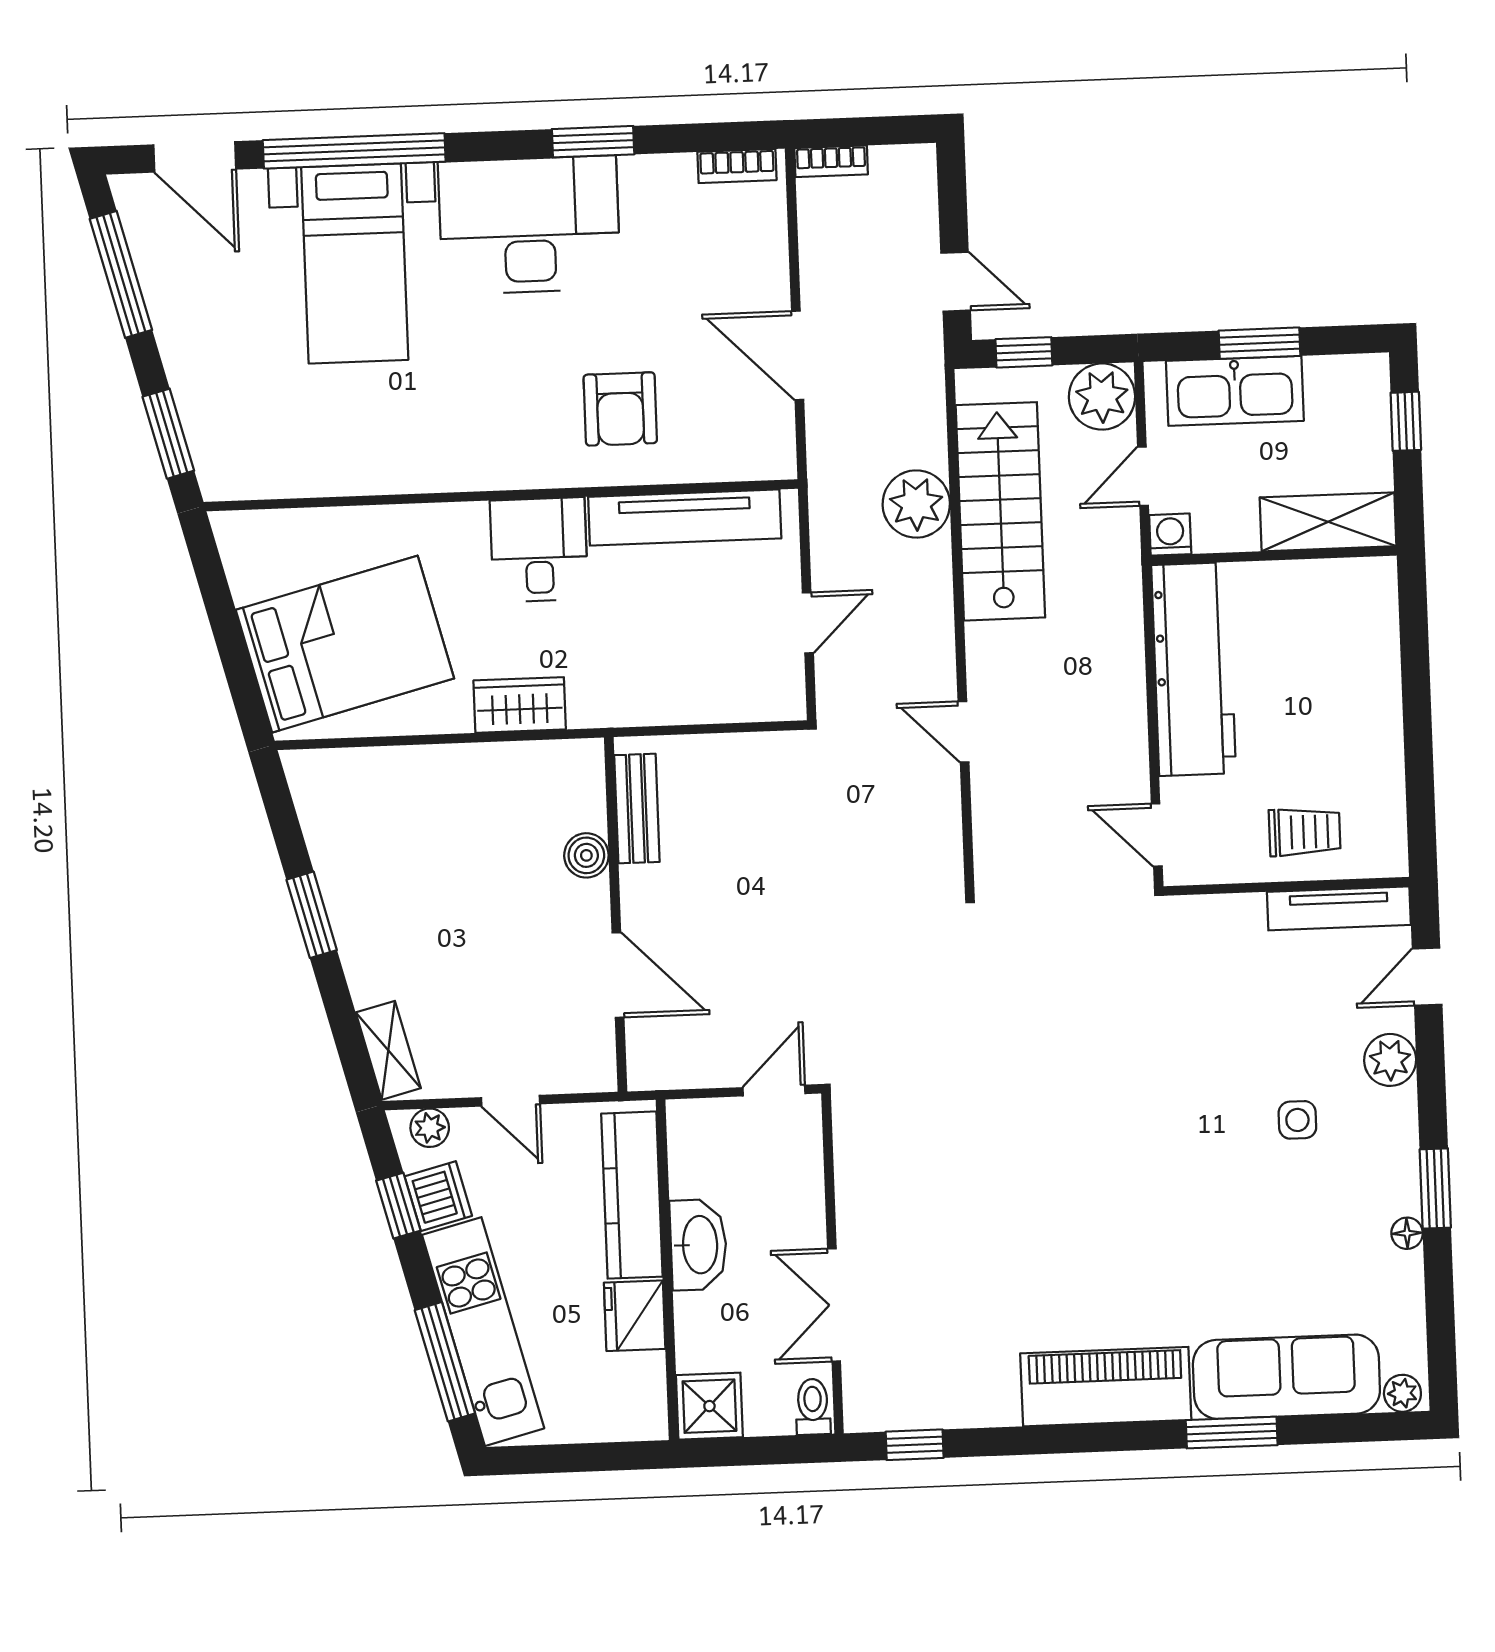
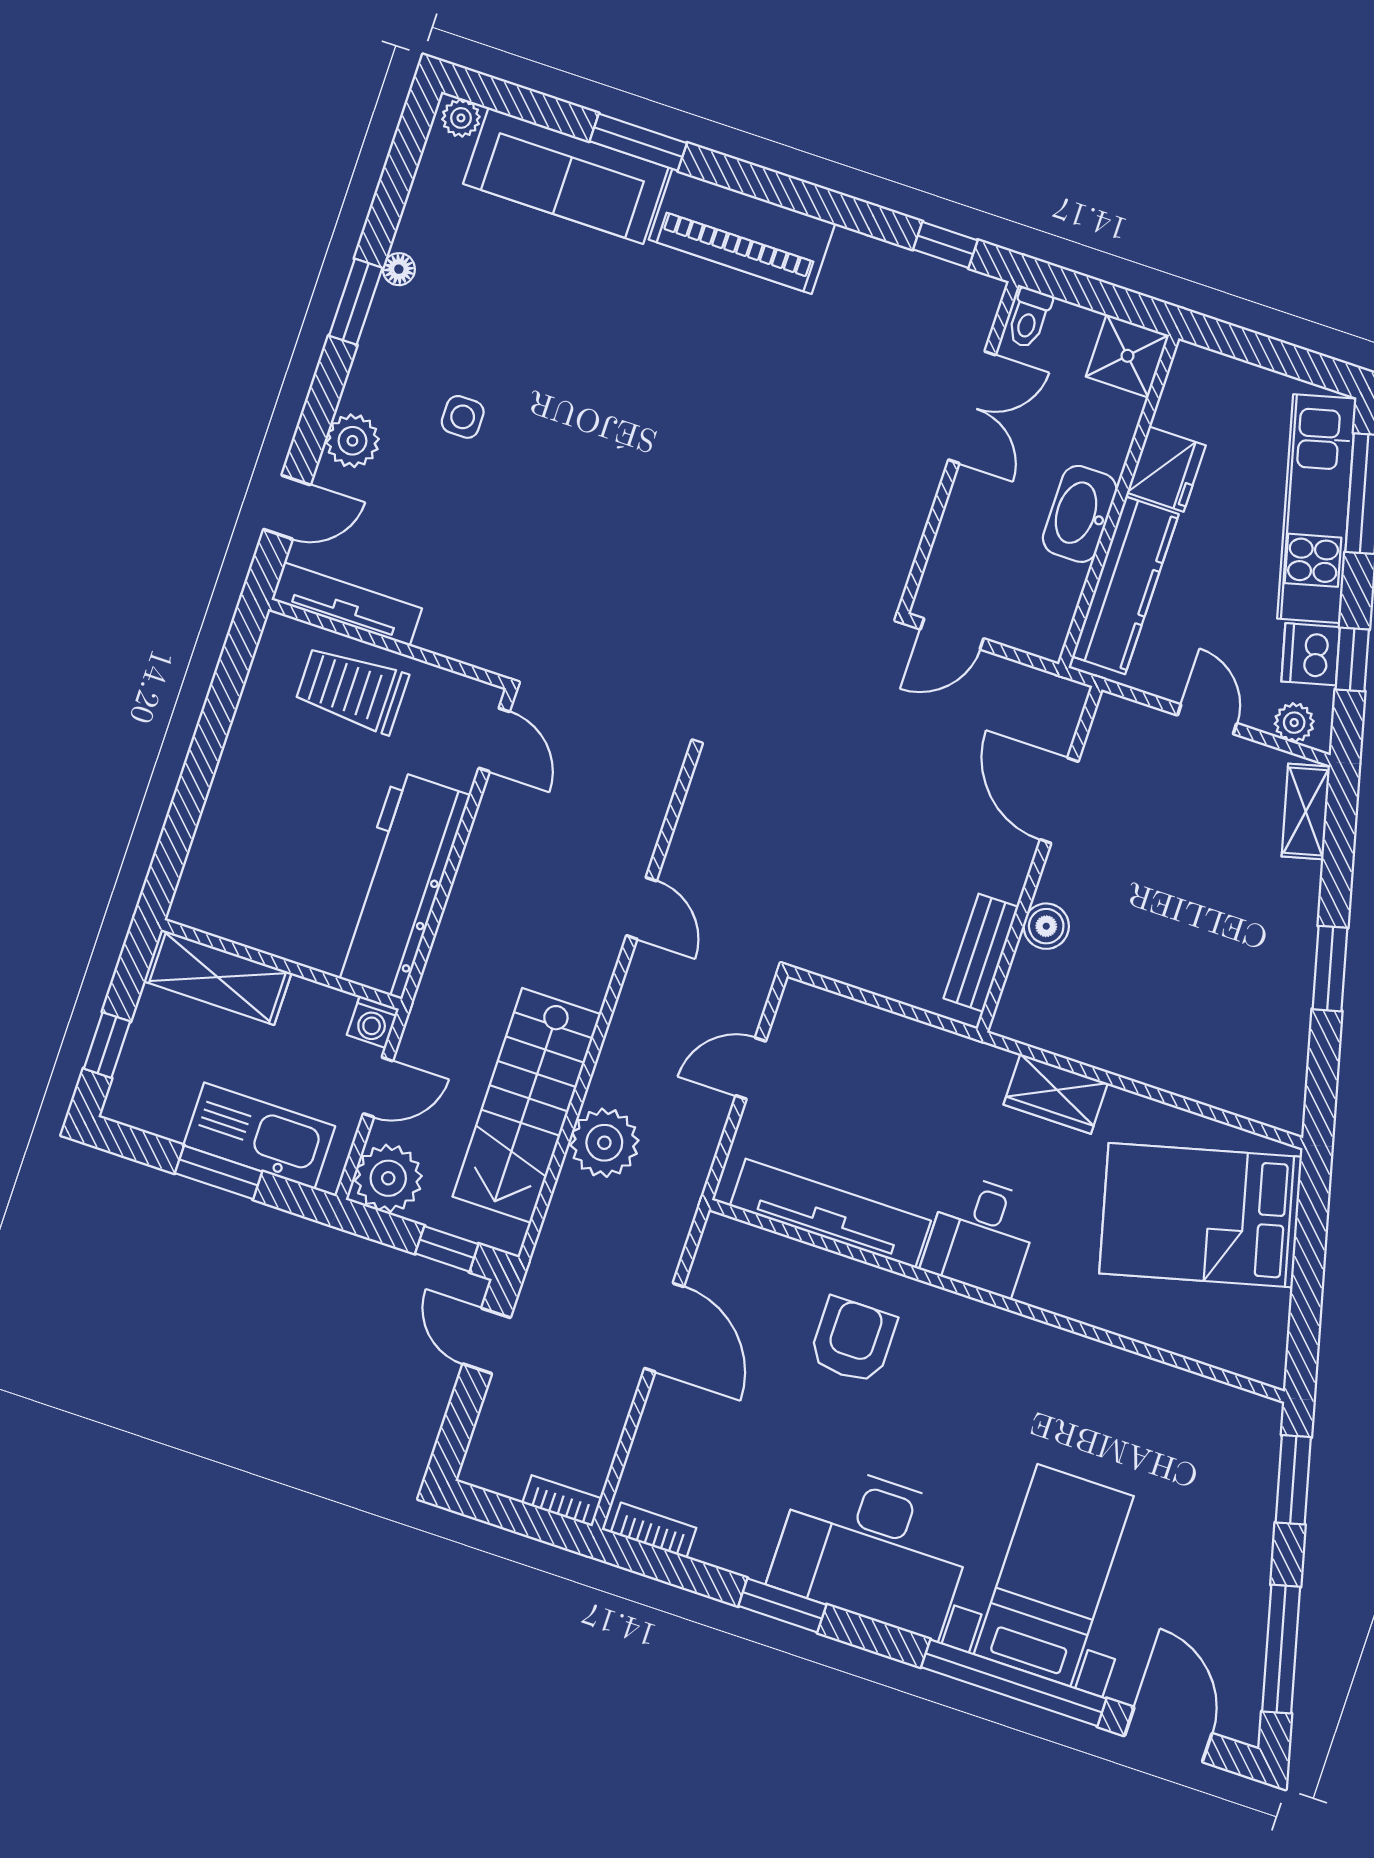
trolley: (1305, 832) -> (352, 689), width x1.36, depth x1.39

